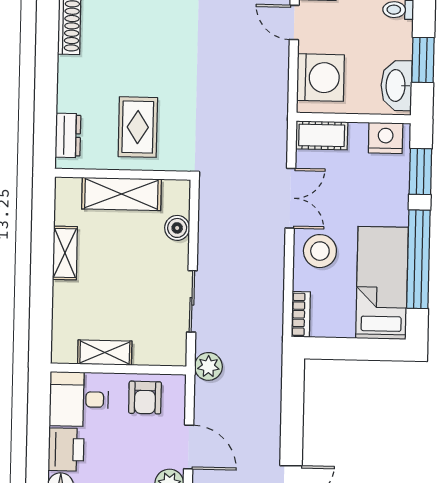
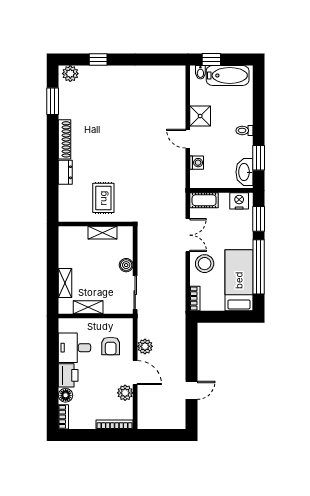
washing machine: (320, 78) -> (197, 163), width x0.53, depth x0.53
dresser: (68, 135) -> (65, 172), moved
shelving: (121, 194) -> (102, 233), width x0.67, depth x0.75
boiler: (177, 228) -> (126, 265), moved
shelving: (65, 253) -> (65, 283), moved
shelving: (105, 353) -> (88, 307), moved
plant: (208, 366) -> (145, 346), moved
wall: (118, 369) -> (96, 316), moved

